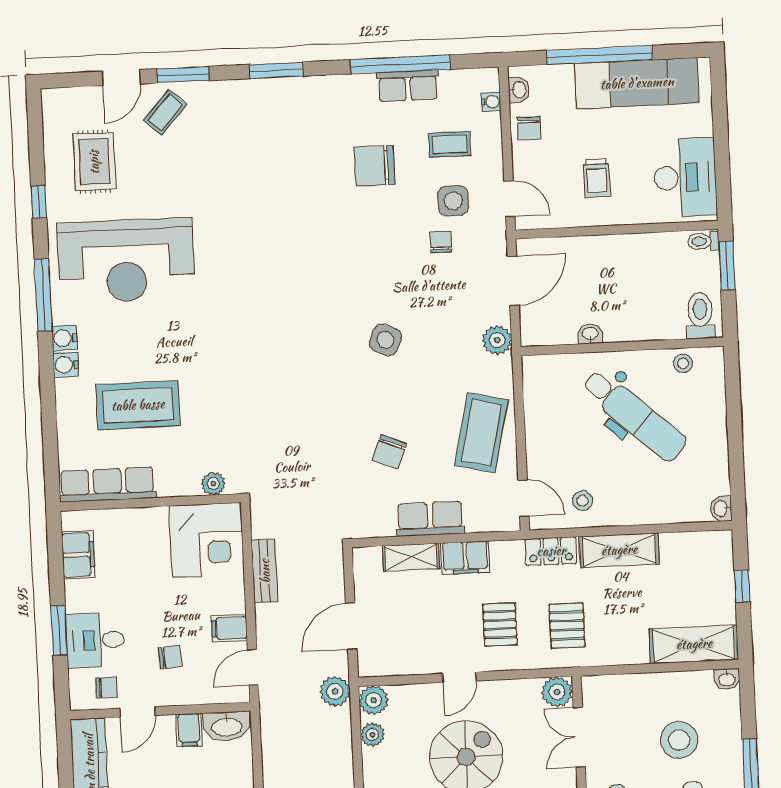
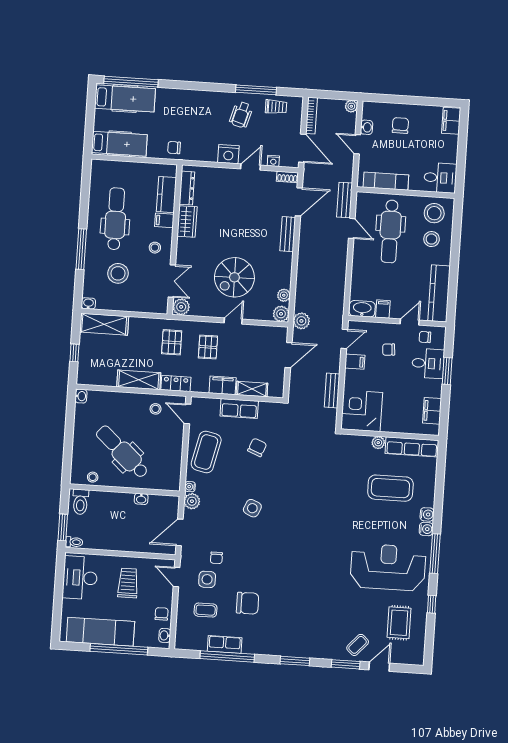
water cooler: (491, 102) -> (190, 487), moved
trolley: (597, 178) -> (128, 583), width x1.36, depth x1.39
plant: (213, 484) -> (378, 443), moved

